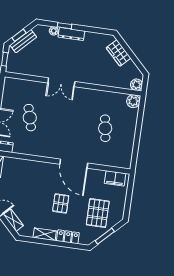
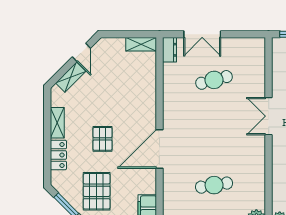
pallet: (61, 203) -> (103, 139), turned 90
pallet: (98, 213) -> (97, 191), turned 90

